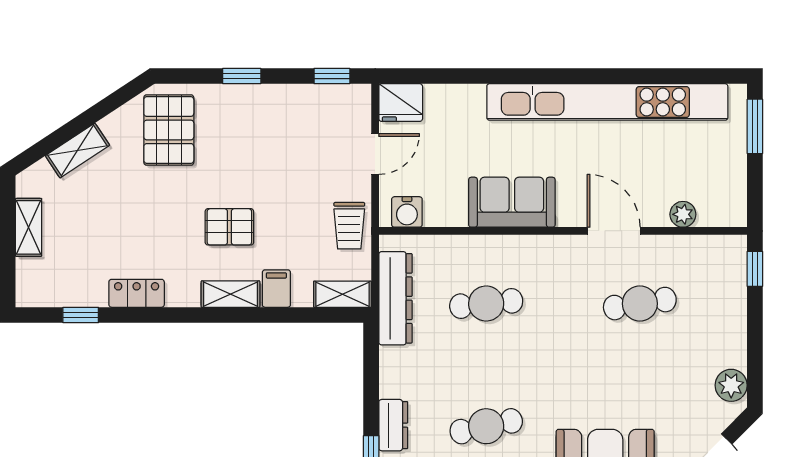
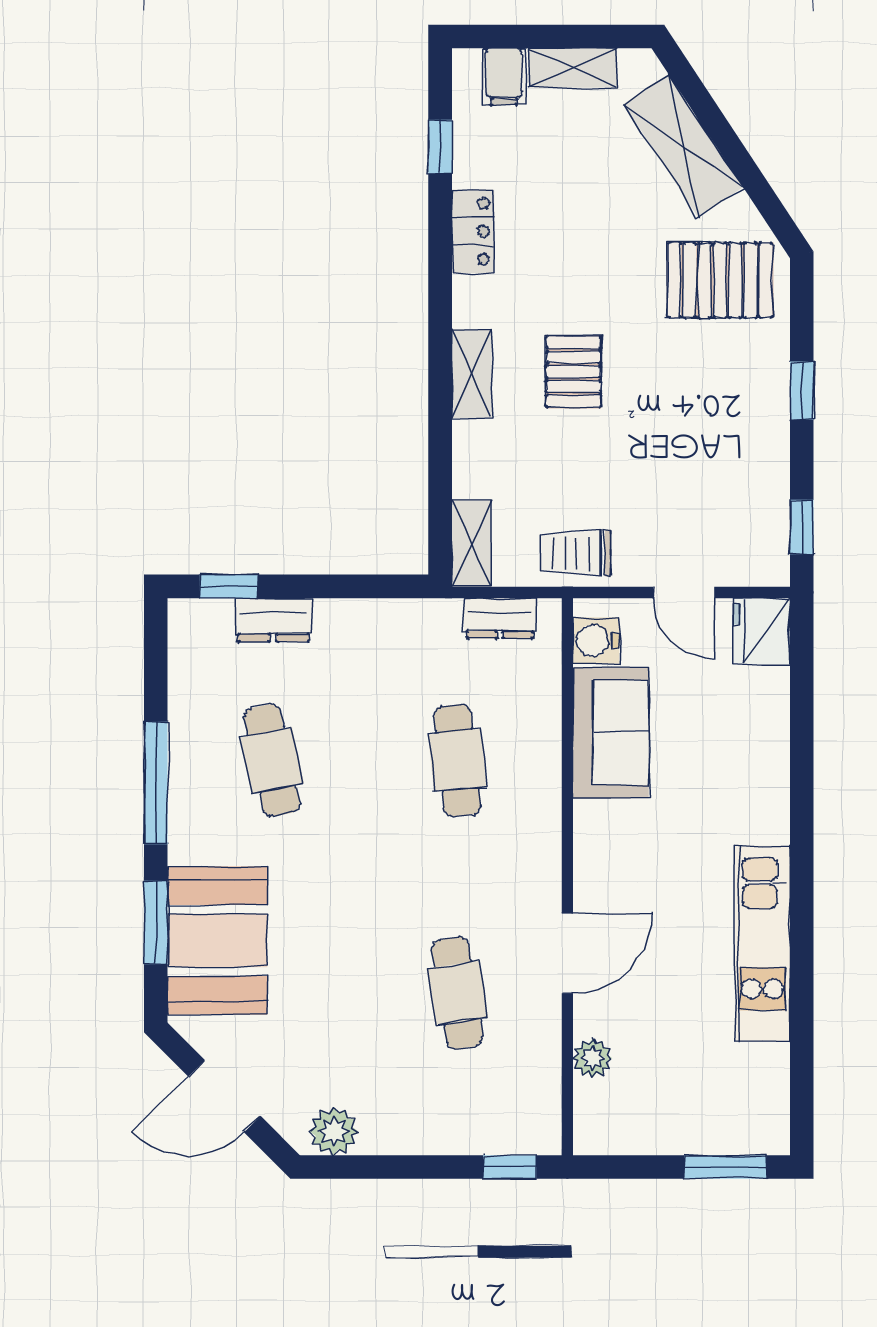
kitchen unit: (607, 102) -> (762, 944), width x0.54
shelving: (77, 151) -> (683, 146), width x1.50, depth x1.33
sofa: (512, 202) -> (611, 733), moved
filing cabinet: (276, 289) -> (504, 76), moved, turned 90
dresser: (395, 298) -> (500, 618), width x0.51, depth x0.80

